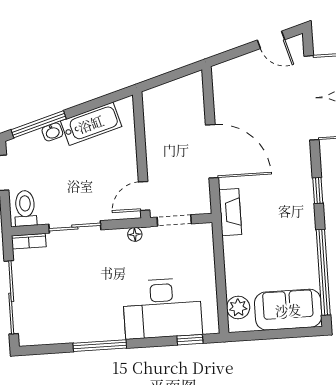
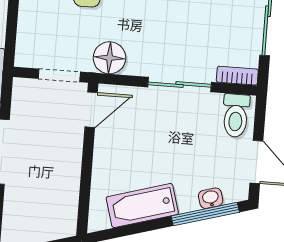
washbasin: (52, 132) -> (211, 198), moved
floor lamp: (135, 234) -> (109, 58), width x1.89, depth x1.89

